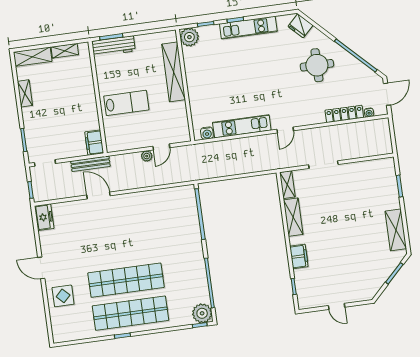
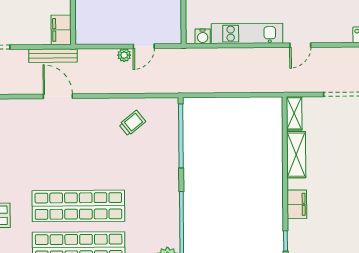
trolley: (160, 209) -> (132, 123), added

